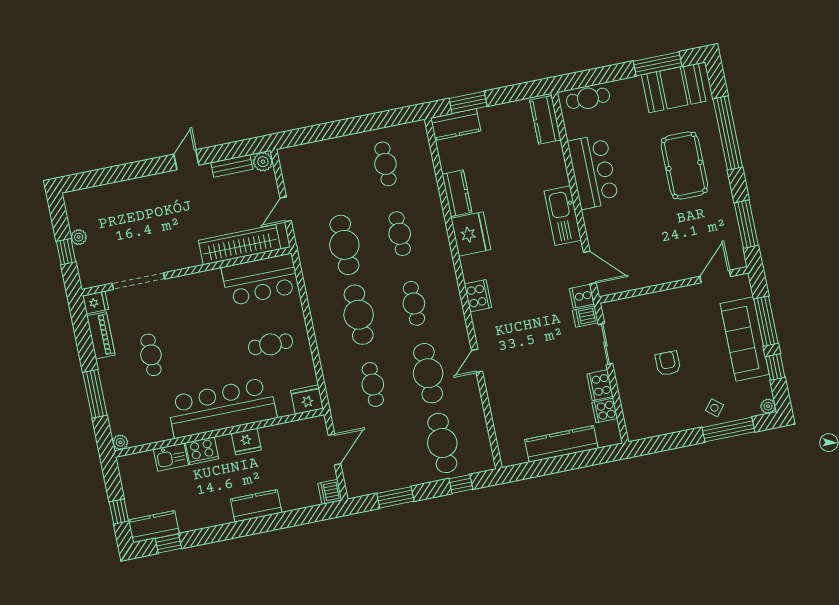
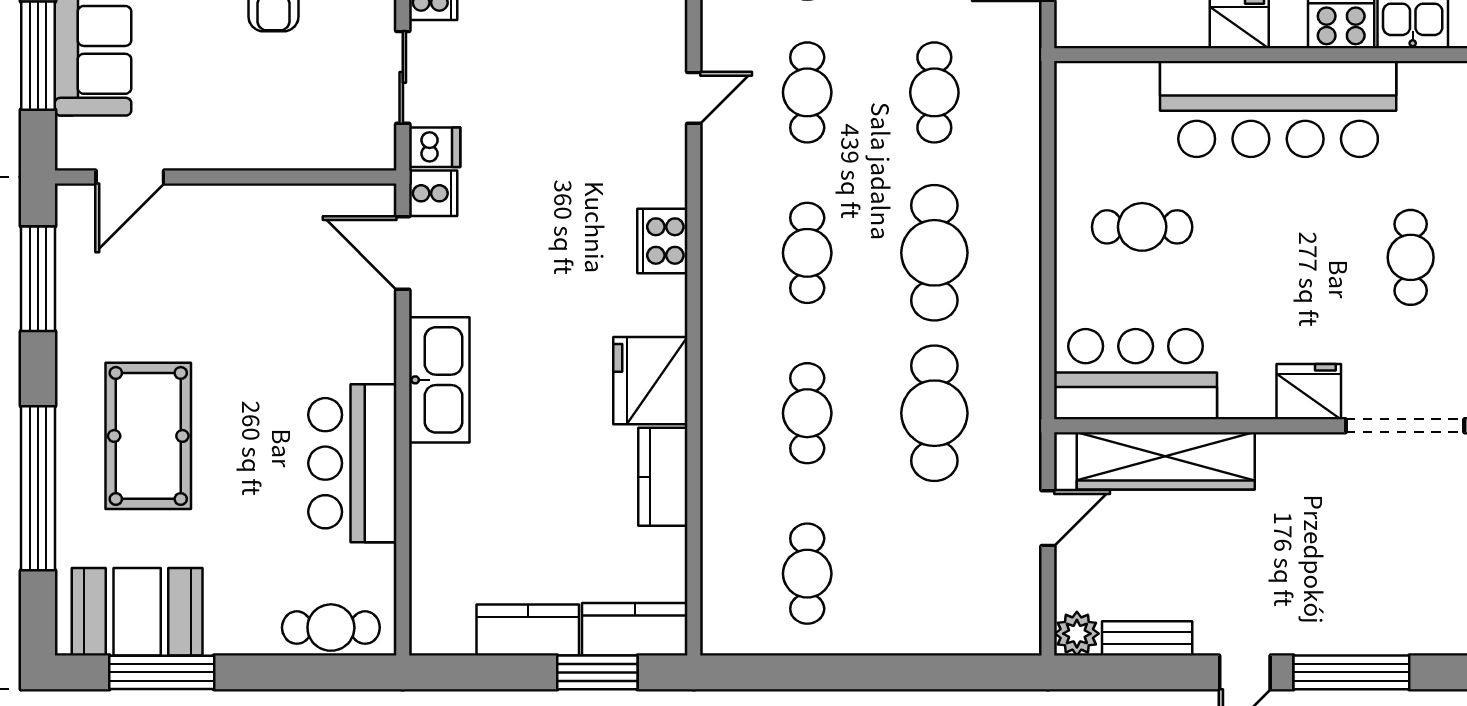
kitchen counter: (545, 120) -> (528, 630), moved, turned -90
window: (140, 169) -> (1351, 672), added
cafe table: (428, 373) -> (807, 92), width x0.73, depth x0.74
fridge: (307, 400) -> (1309, 392), moved, turned 180

